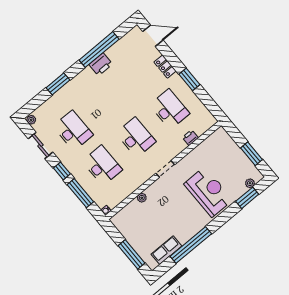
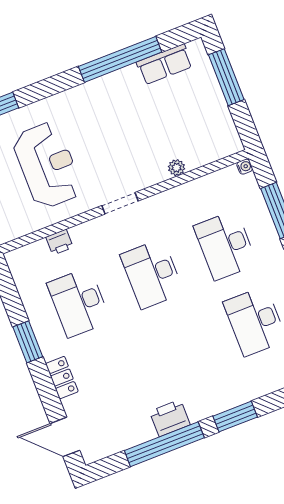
window: (58, 84) -> (235, 417), moved
reception desk: (208, 192) -> (47, 165), moved, turned 180

